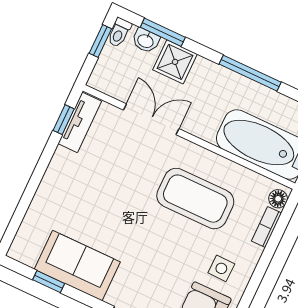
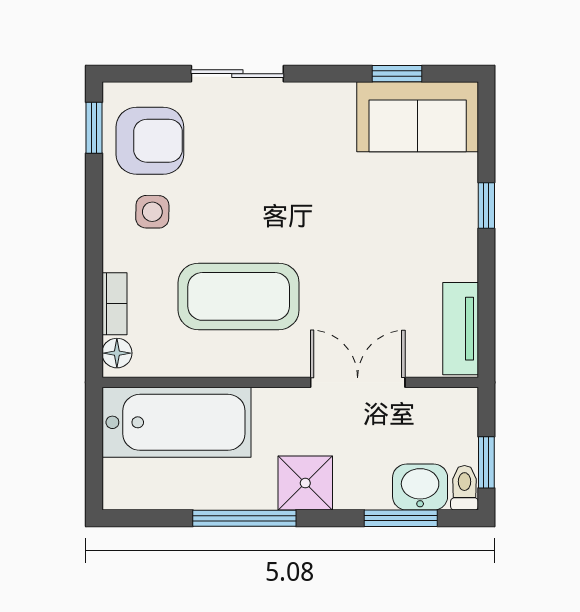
washbasin: (146, 41) -> (420, 487), width x1.38, depth x1.45
shower: (175, 62) -> (305, 483), moved
double door: (151, 119) -> (358, 382), swing flipped
window: (64, 120) -> (486, 206), moved
sofa: (77, 266) -> (418, 117), moved

